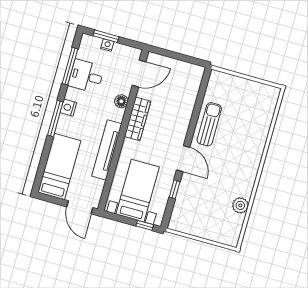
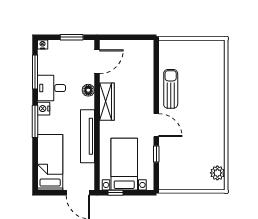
window: (106, 36) -> (72, 37), moved
nightstand: (107, 45) -> (43, 45), moved
desk: (86, 76) -> (51, 88), moved
plant: (240, 205) -> (217, 173), moved
window: (145, 225) -> (116, 193), moved

